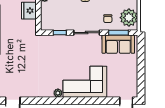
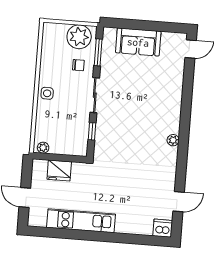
sofa: (118, 44) -> (138, 42), moved, turned 90
corner sofa: (85, 82) -> (161, 103), removed

